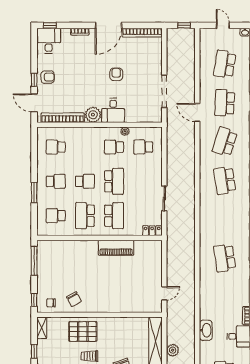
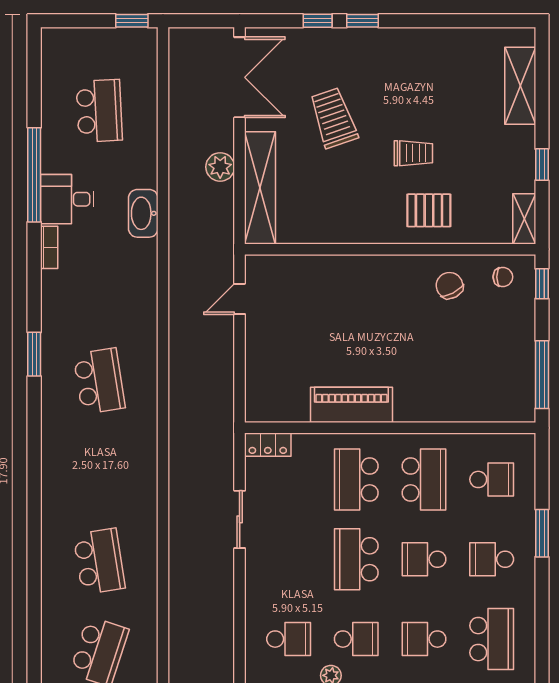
school desk: (56, 147) -> (492, 639), width x1.85
school desk: (85, 147) -> (424, 639), added
pallet: (83, 331) -> (429, 210), width x0.67, depth x0.71

